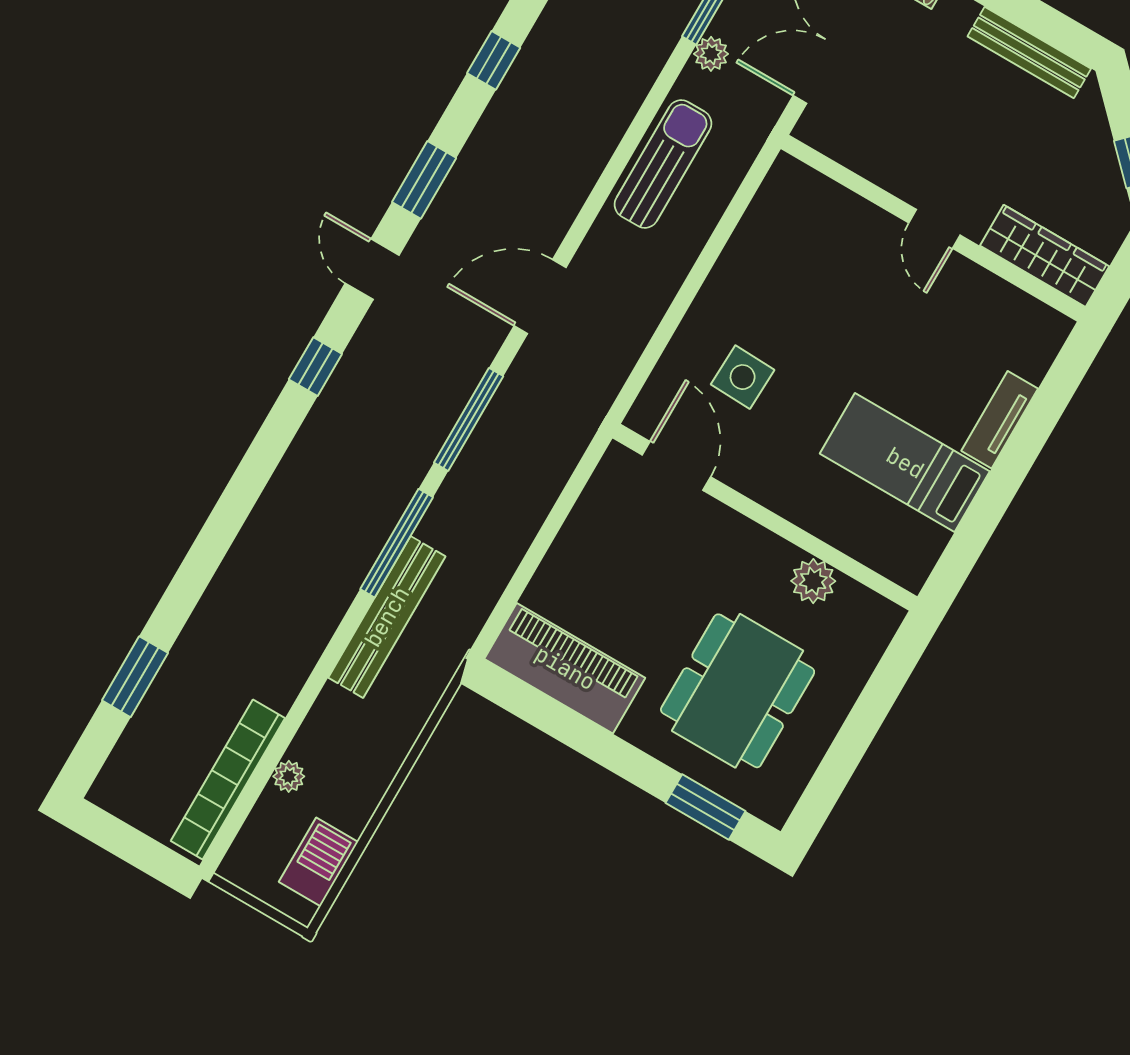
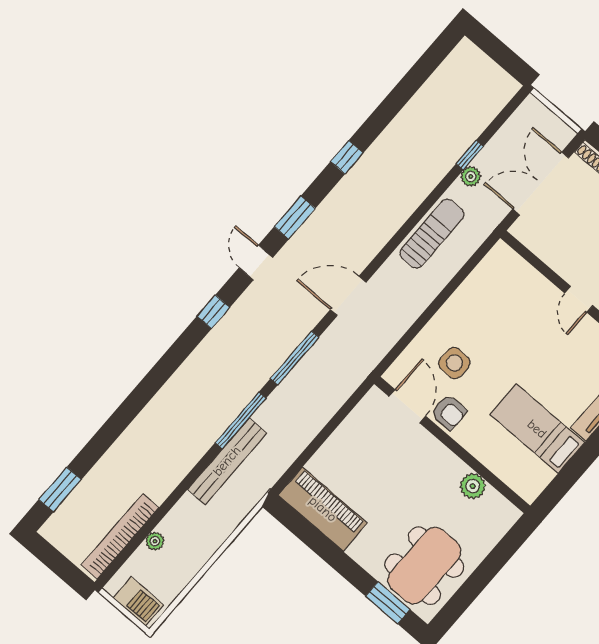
armchair: (749, 463) -> (449, 412), added
window: (135, 677) -> (60, 489), moved
dining table: (738, 691) -> (424, 566), moved
barbecue: (318, 862) -> (138, 601), moved, turned 90

